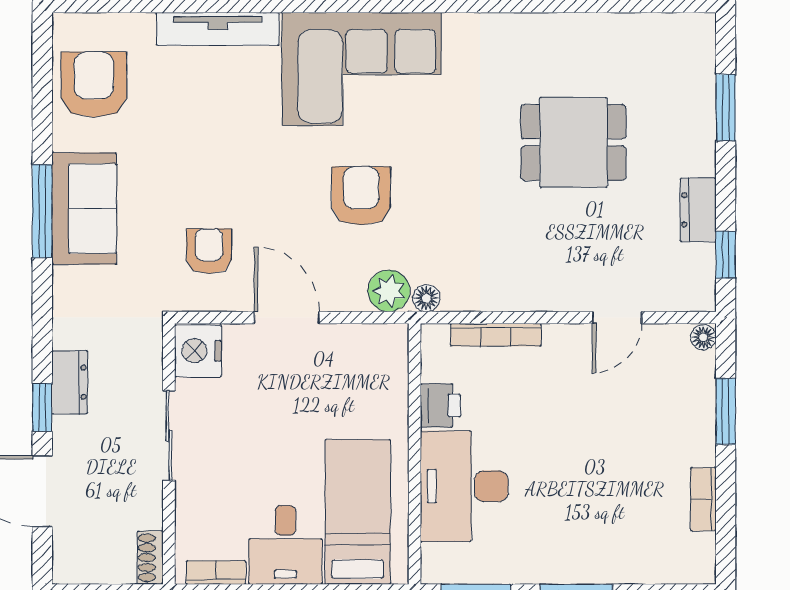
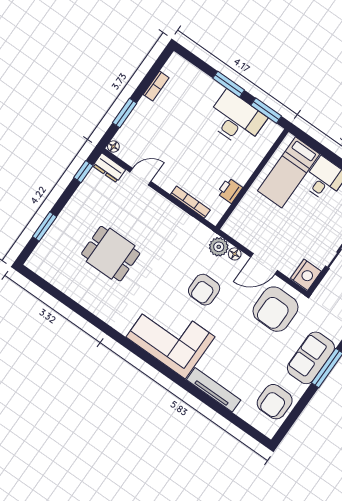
dresser: (698, 210) -> (109, 168), moved, turned 90
armchair: (209, 251) -> (275, 309), width x1.88, depth x1.88
floor lamp: (426, 298) -> (235, 254), moved
door: (287, 318) -> (264, 264), hinge flipped
desk: (464, 486) -> (236, 119), moved, turned -90

